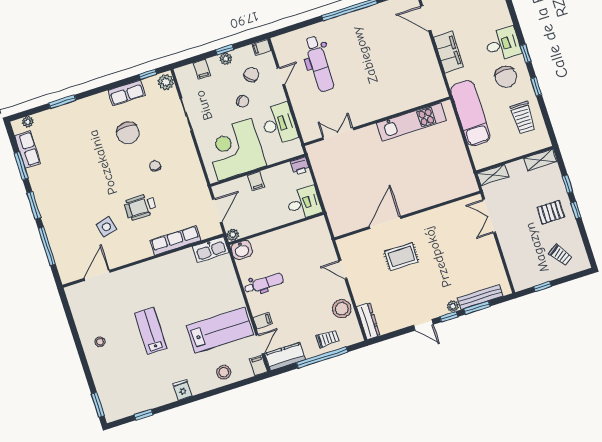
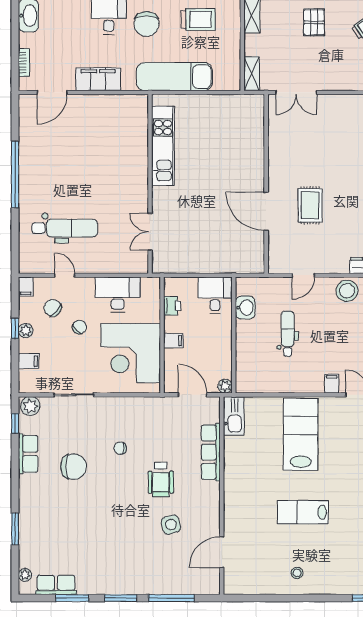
chair: (506, 77) -> (146, 24), turned 90
printer: (300, 166) -> (172, 306), moved
washbasin: (242, 250) -> (245, 308), moved
door: (97, 275) -> (222, 552), hinge flipped
dental chair: (264, 283) -> (288, 334), moved
lab bench: (220, 330) -> (301, 434), moved

